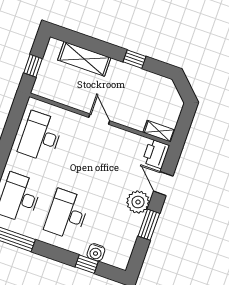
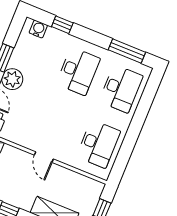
water cooler: (96, 252) -> (38, 29), moved

